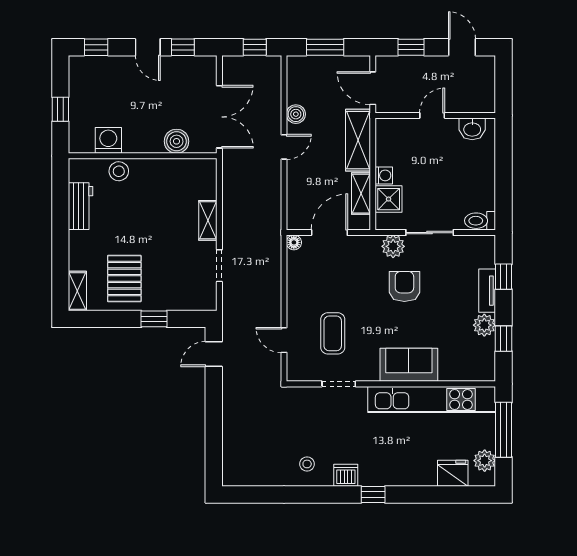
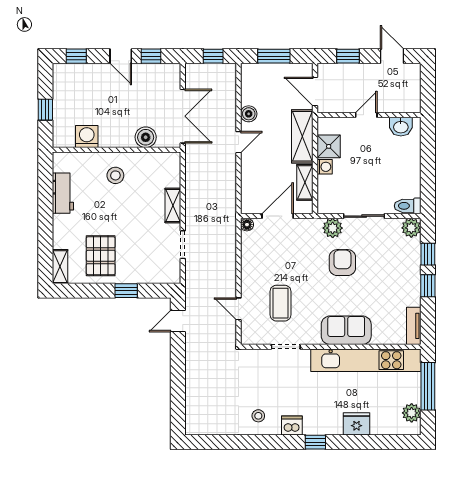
stool: (119, 171) -> (115, 175), moved
shower: (389, 199) -> (329, 146), moved
tv unit: (487, 291) -> (414, 326), moved
plant: (484, 325) -> (411, 228), moved
window: (504, 339) -> (428, 286), moved
fridge: (453, 473) -> (357, 424), moved

